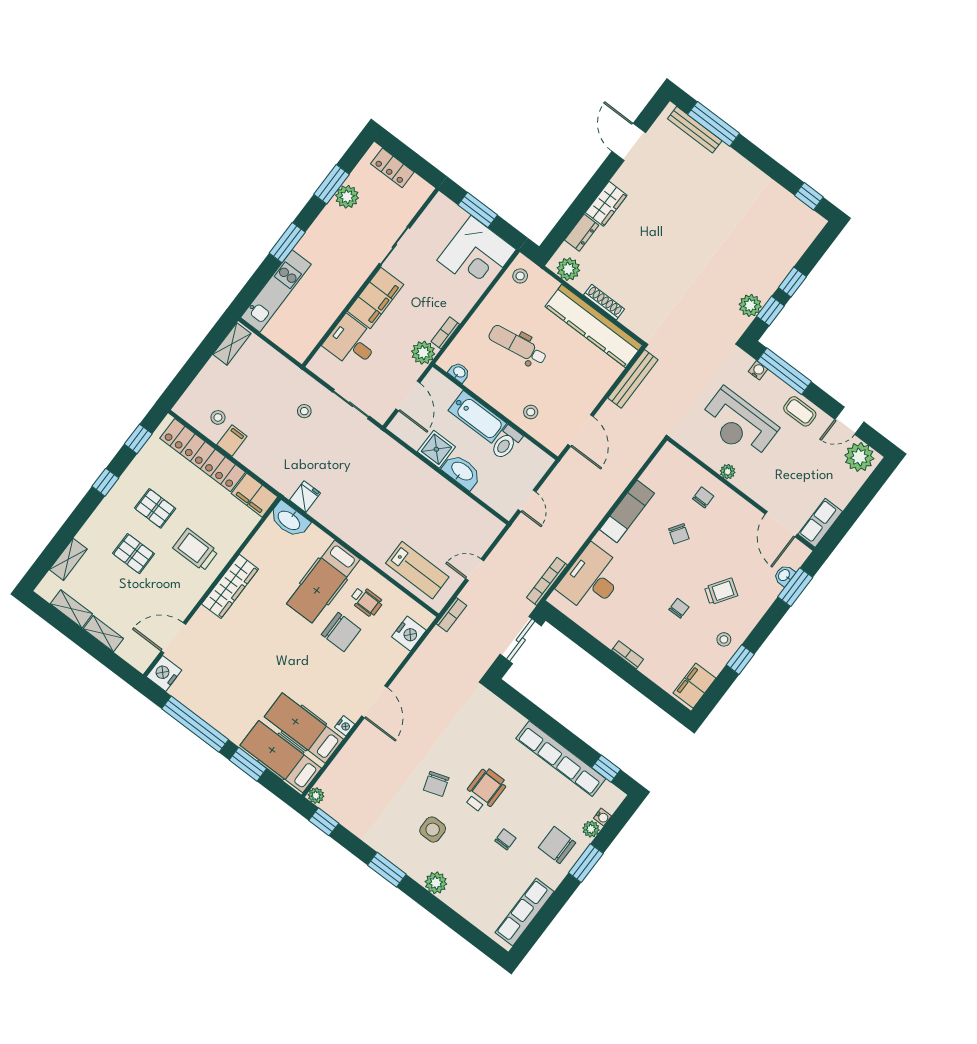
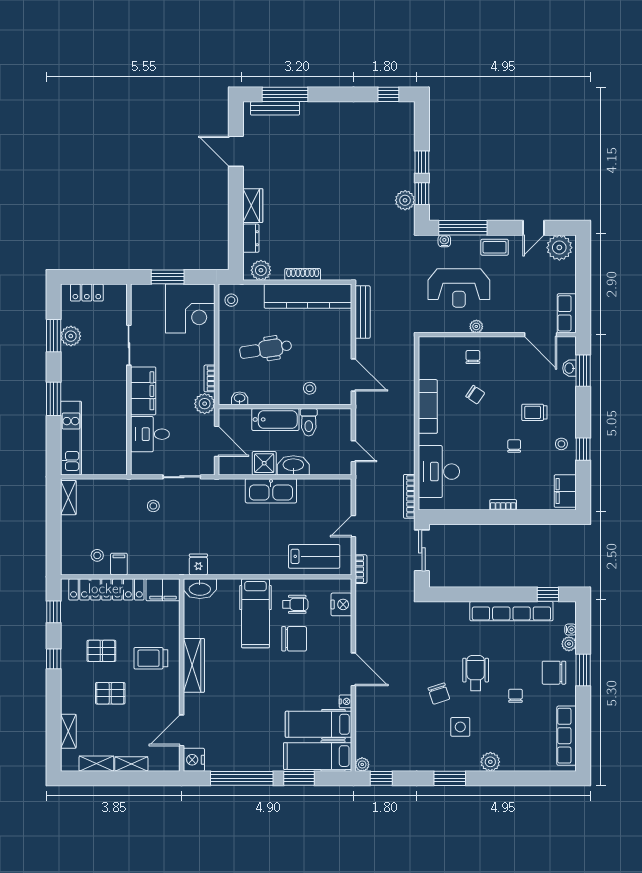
kitchen sink: (423, 479) -> (271, 491), added
trolley: (721, 591) -> (534, 412), turned -124

